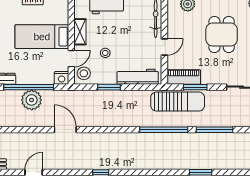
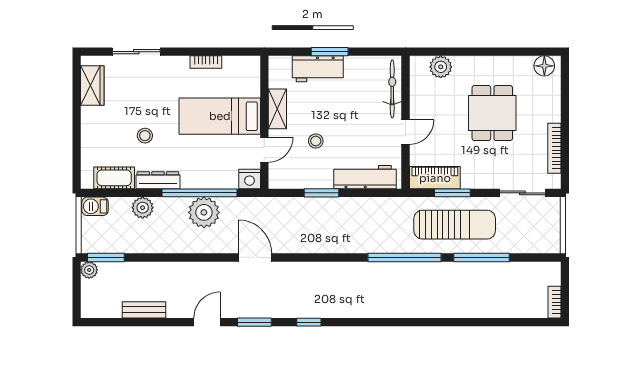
stool: (84, 73) -> (283, 172), removed
sun lounger: (178, 102) -> (455, 225), moved
window: (201, 172) -> (254, 322), moved

